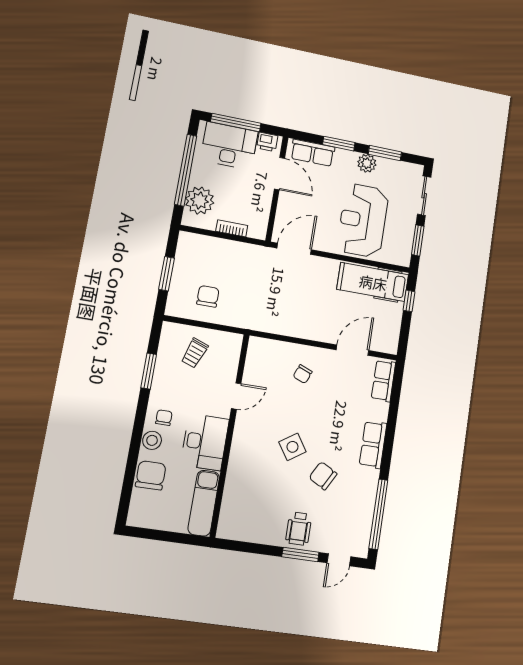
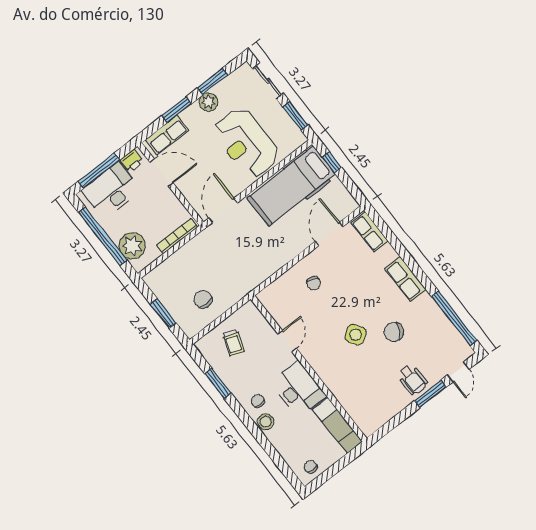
bookcase: (232, 228) -> (177, 236), width x1.56
hospital bed: (373, 282) -> (291, 186), width x1.37, depth x1.29
chair: (151, 475) -> (311, 467), moved, width x0.54, depth x0.54

